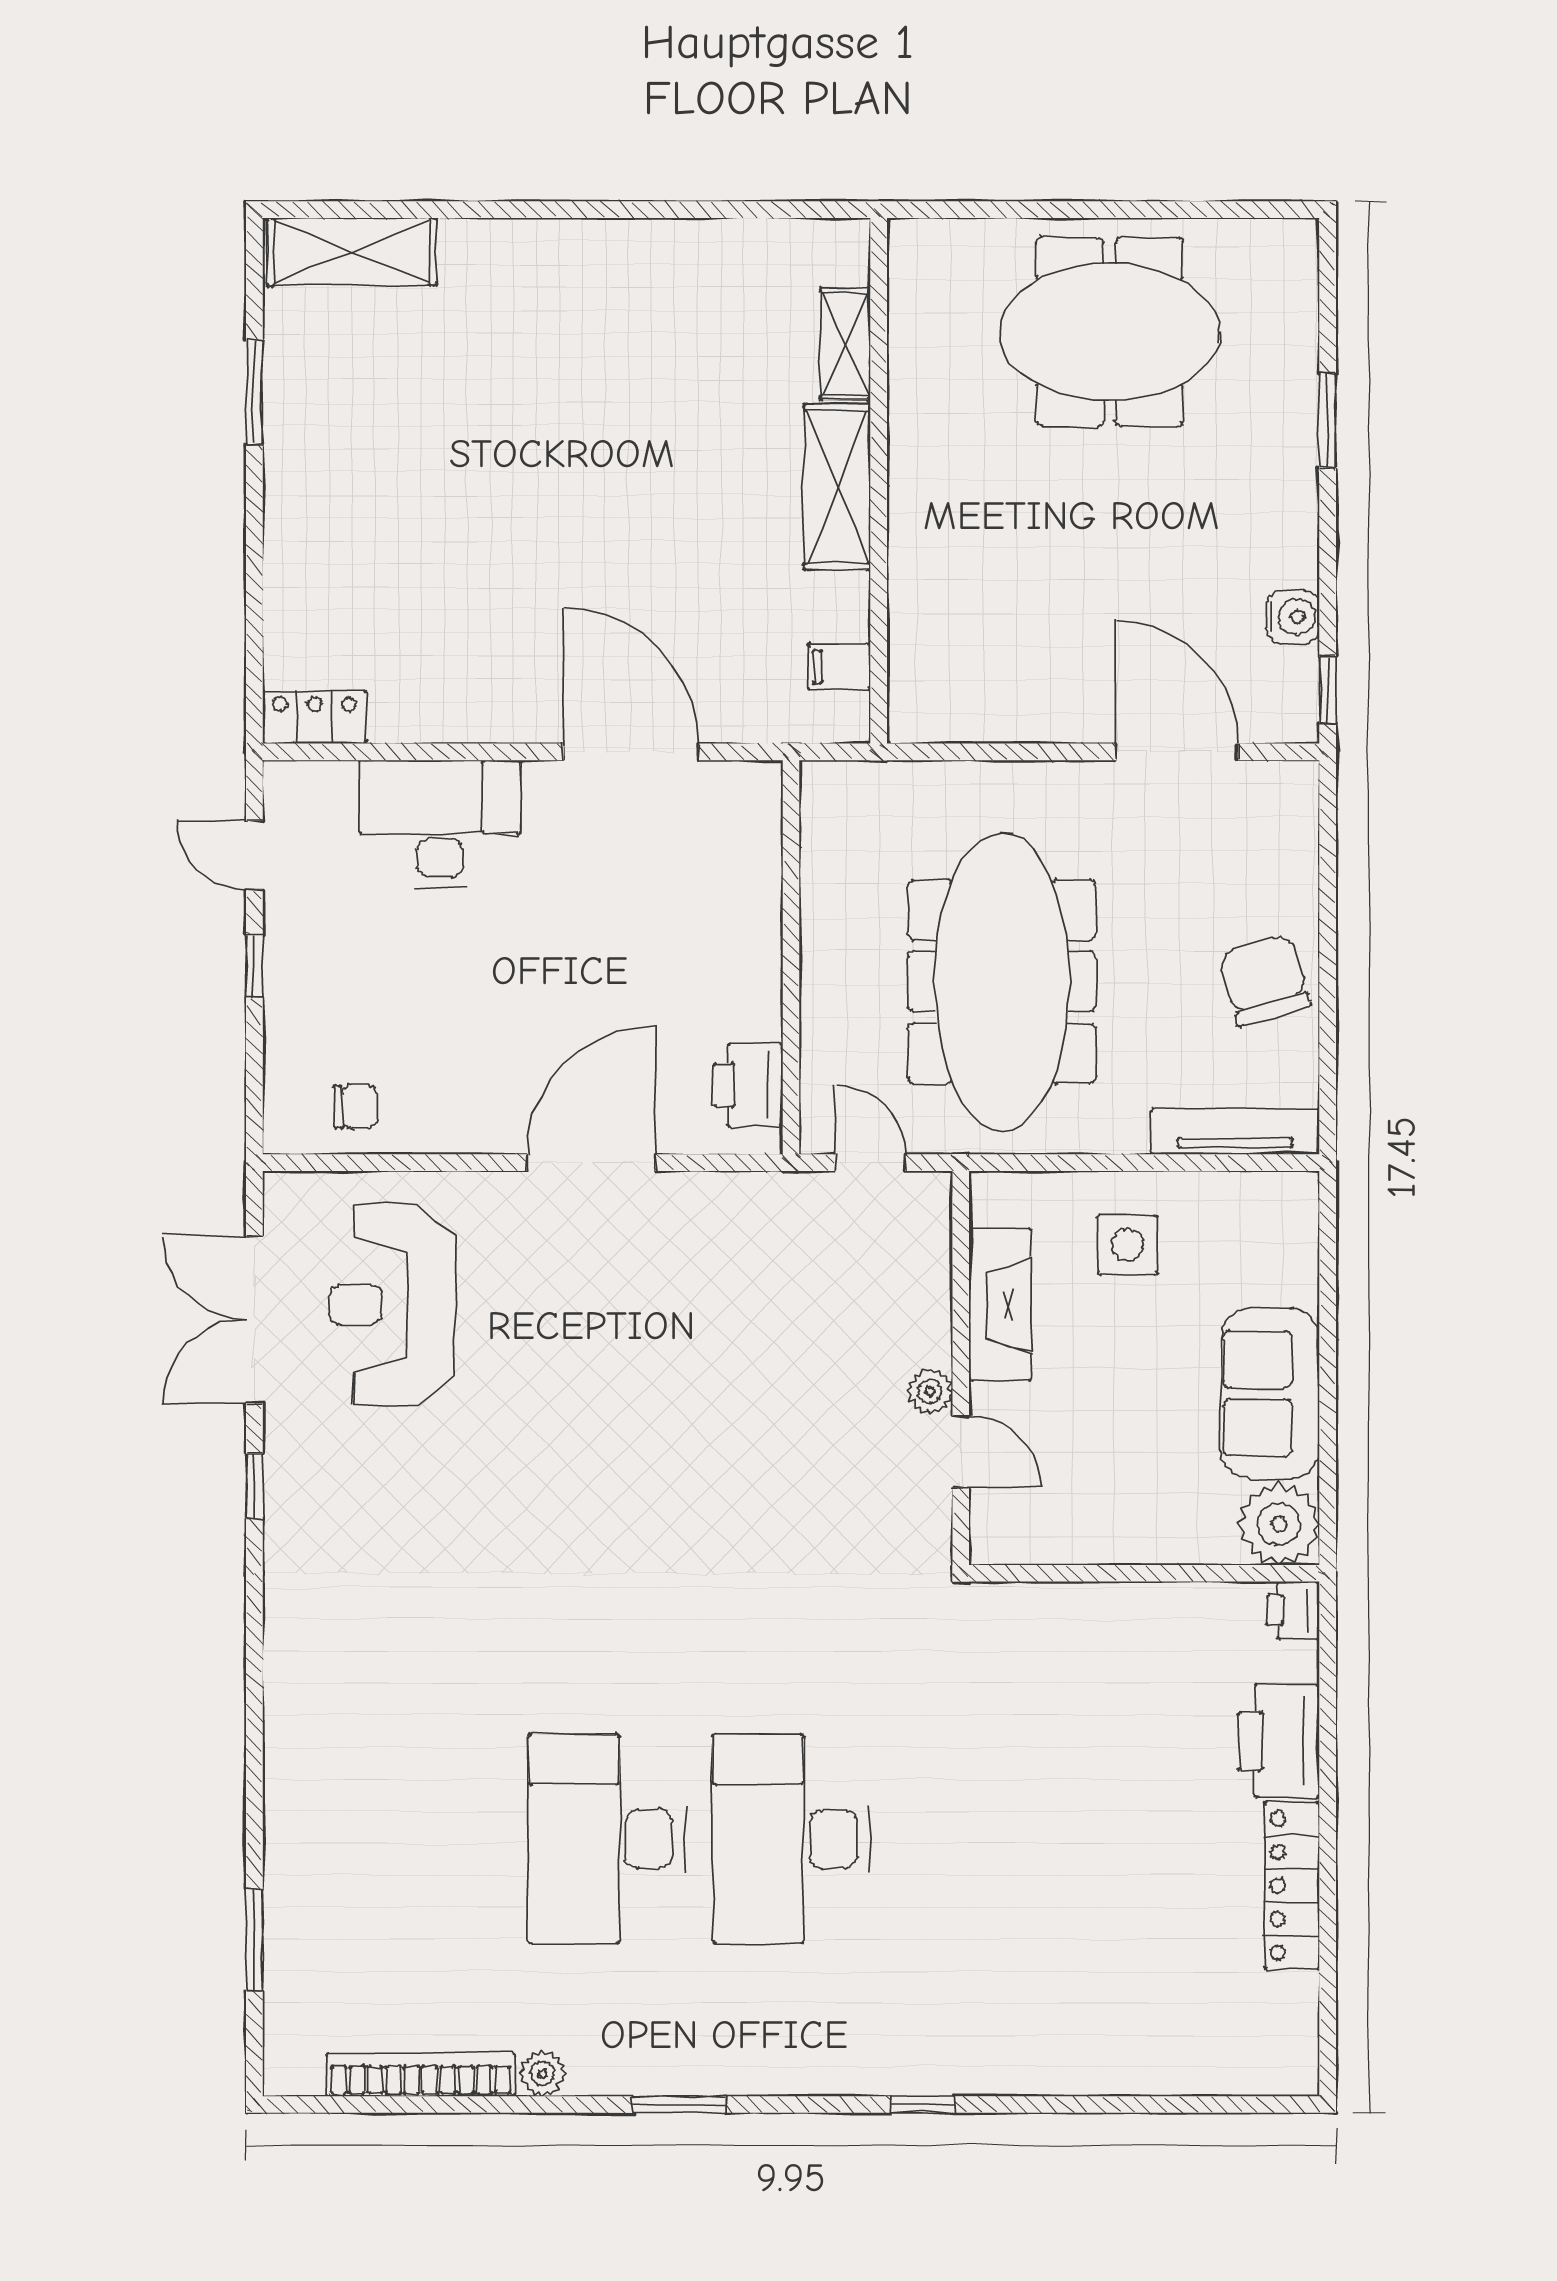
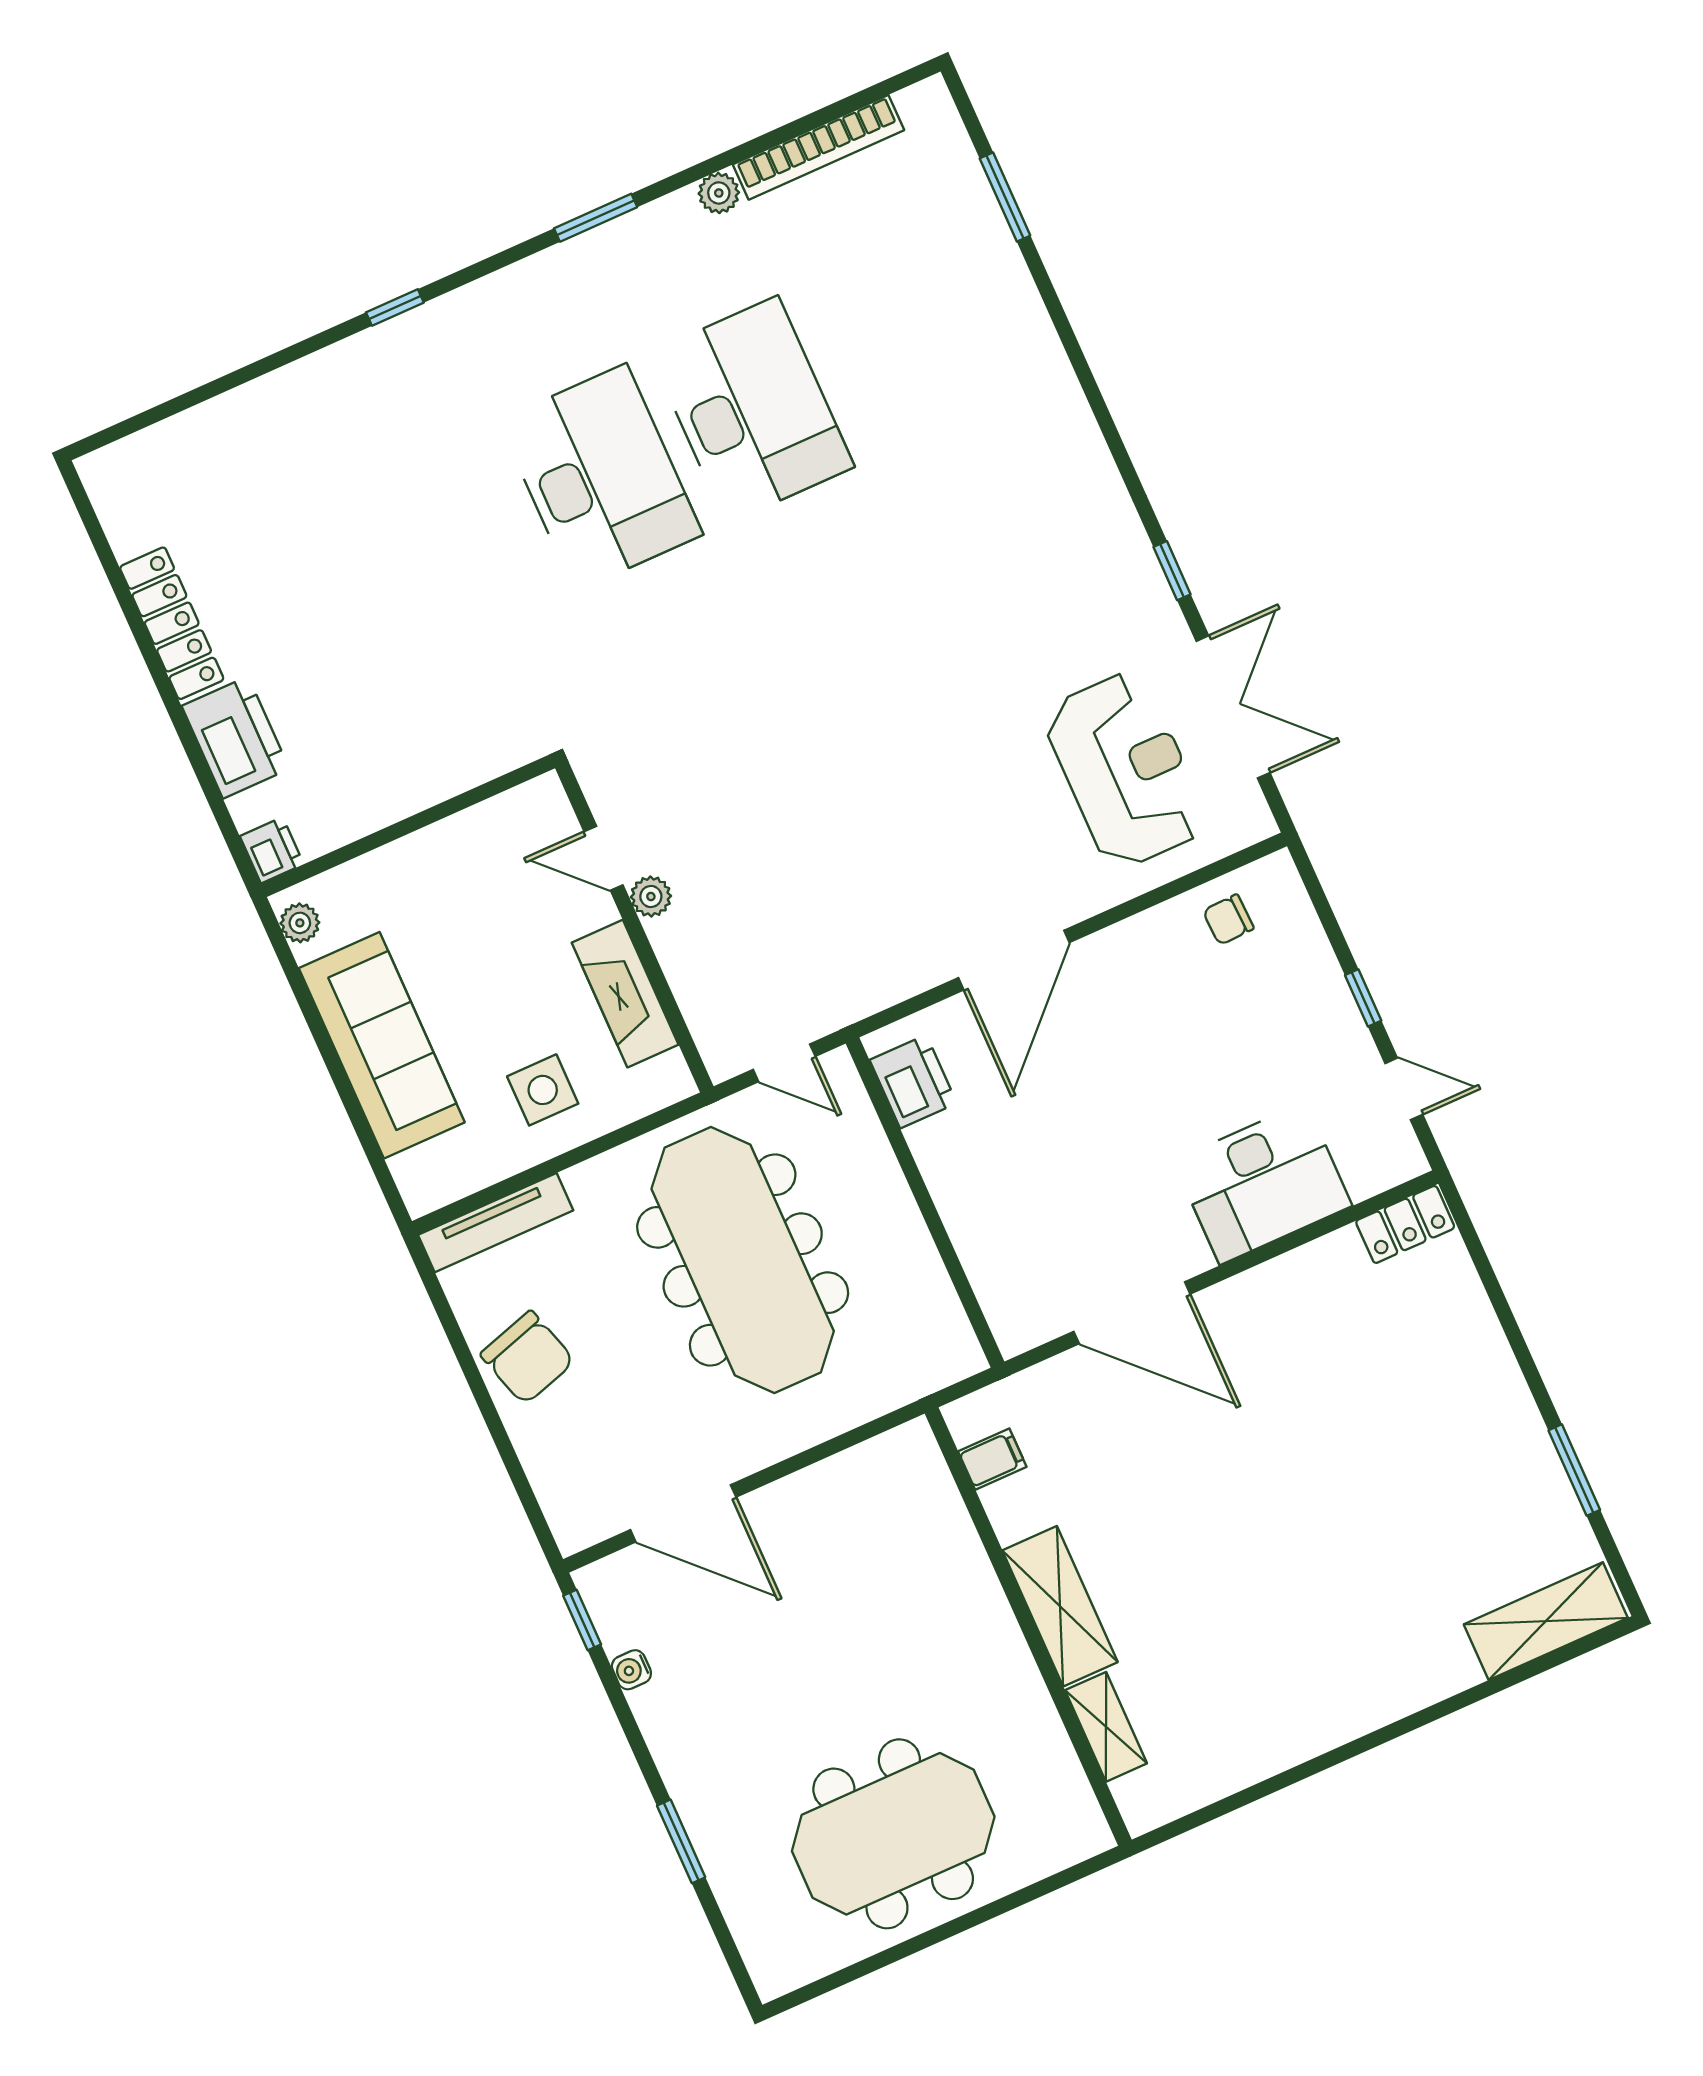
water cooler: (1293, 617) -> (631, 1670), width x0.72, depth x0.72
sofa: (1270, 1394) -> (382, 1045), width x1.36
plant: (1279, 1524) -> (300, 923), width x0.53, depth x0.53

